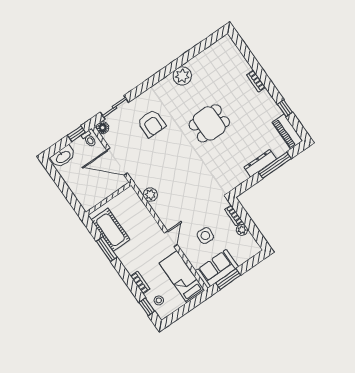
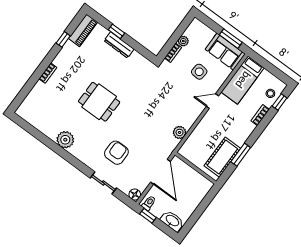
sliding door: (114, 107) -> (103, 183), moved
window: (275, 165) -> (116, 31), width x0.46

